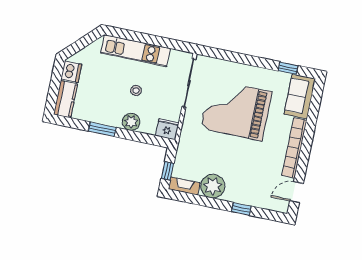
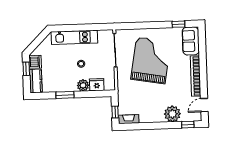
window: (56, 78) -> (26, 69), added
grand piano: (236, 110) -> (151, 60), turned 100
fridge: (167, 129) -> (97, 85), moved
plant: (213, 186) -> (172, 114), moved
window: (241, 209) -> (188, 125), moved

